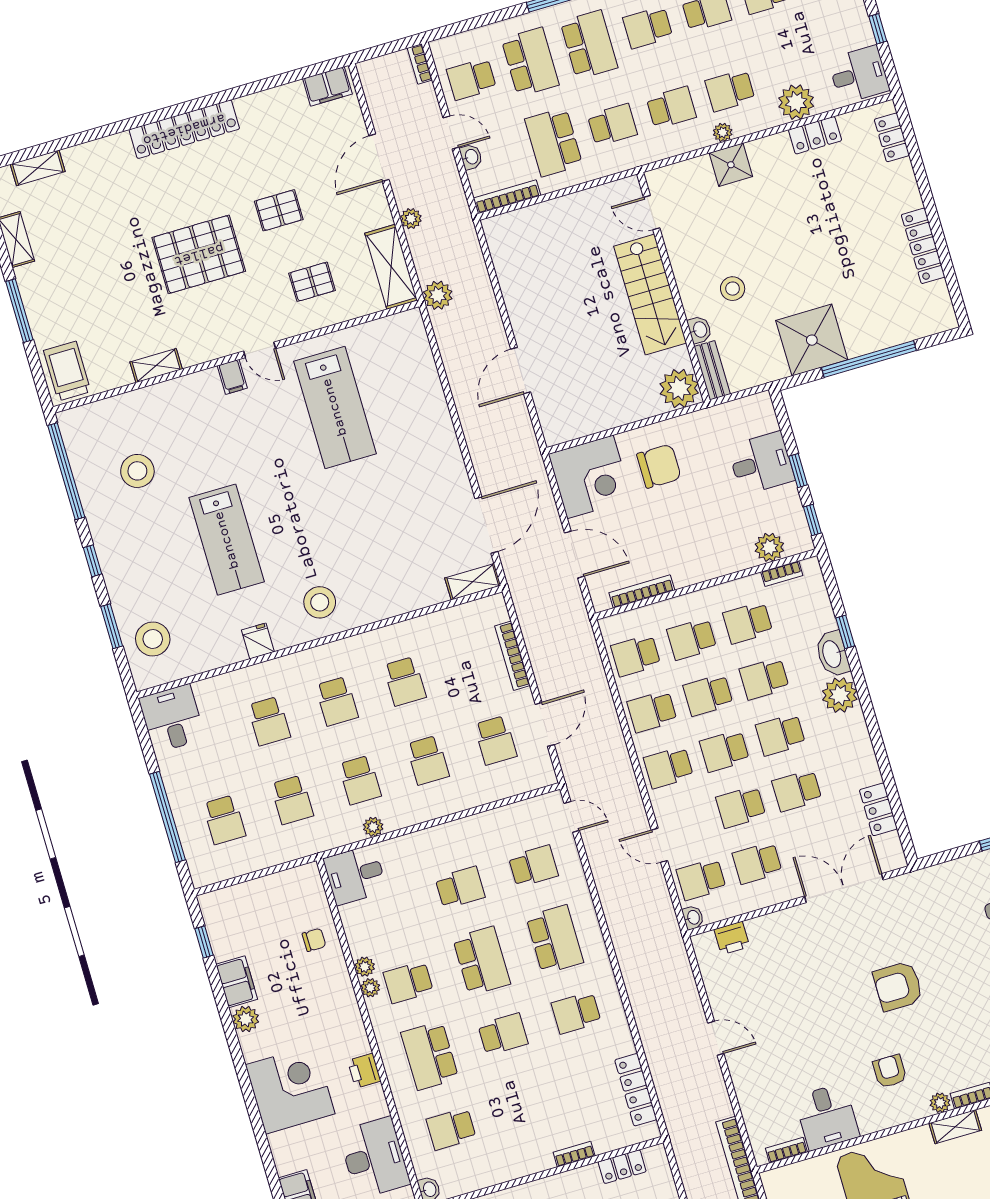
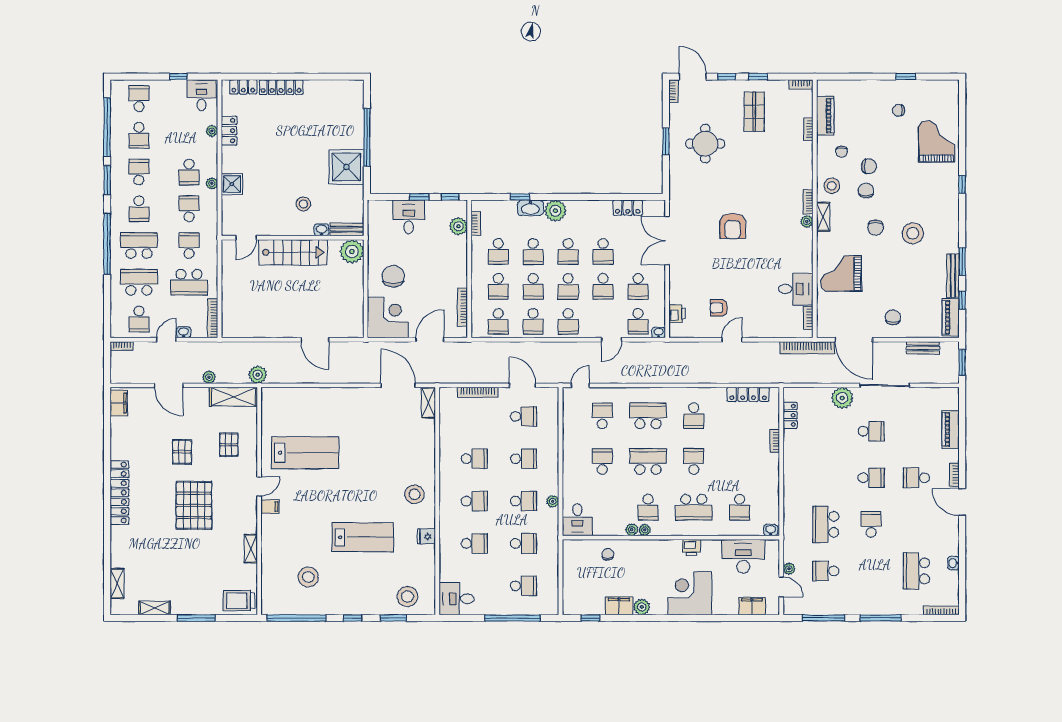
plant: (796, 102) -> (212, 131), width x0.53, depth x0.53
locker: (923, 246) -> (281, 87), moved
armchair: (890, 1071) -> (719, 308), moved

